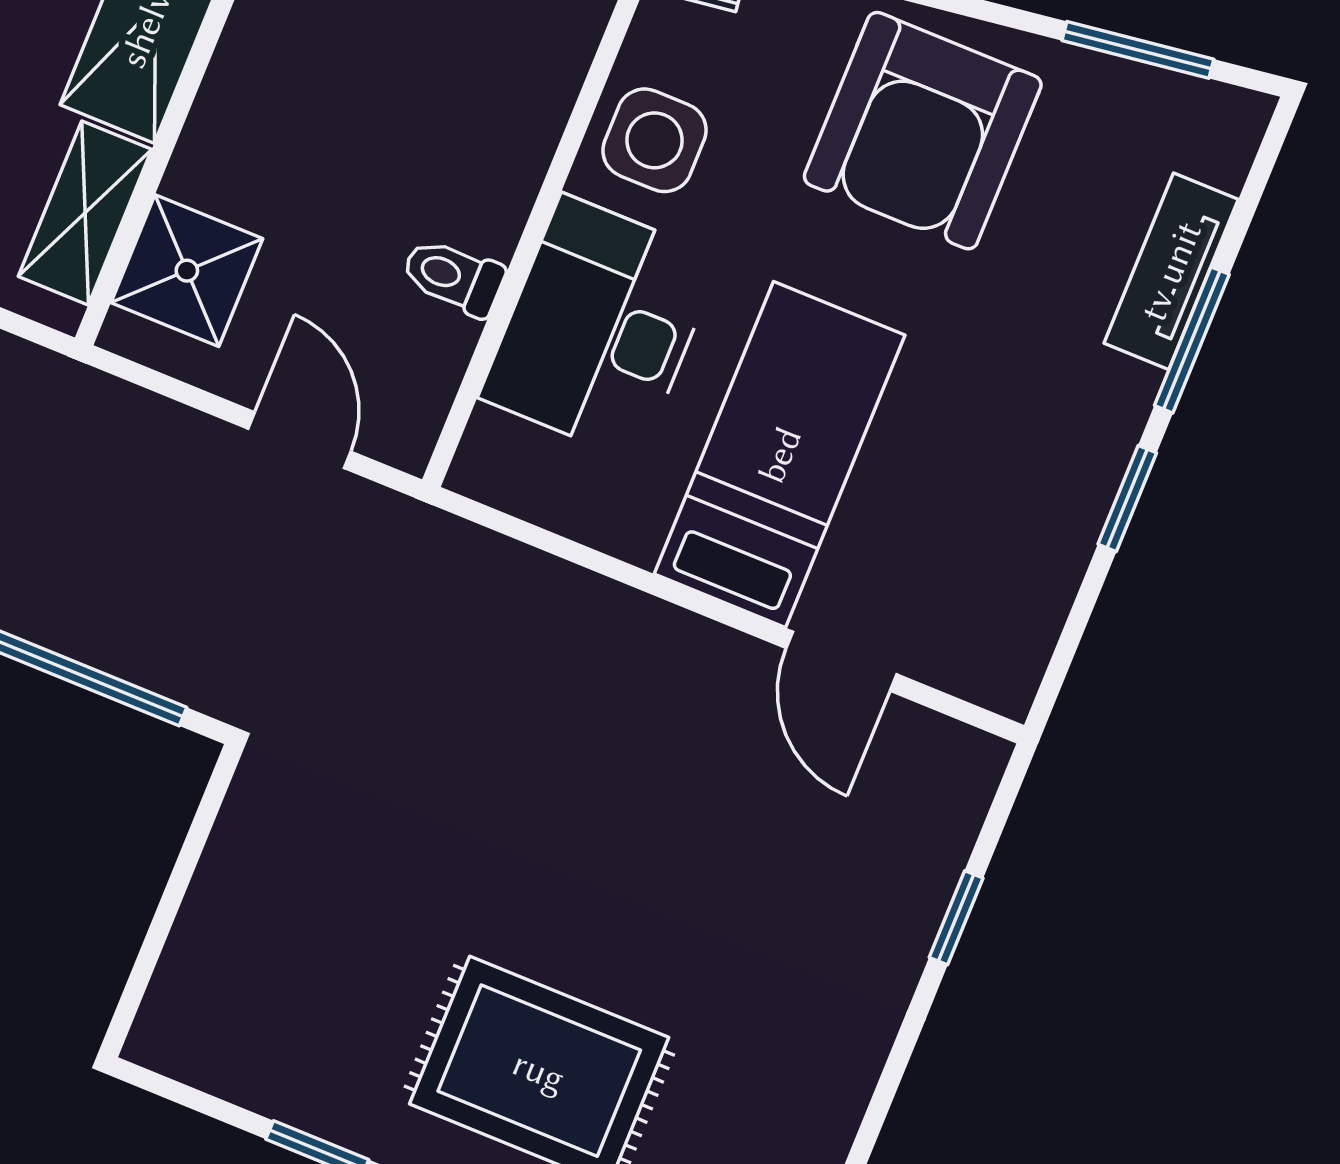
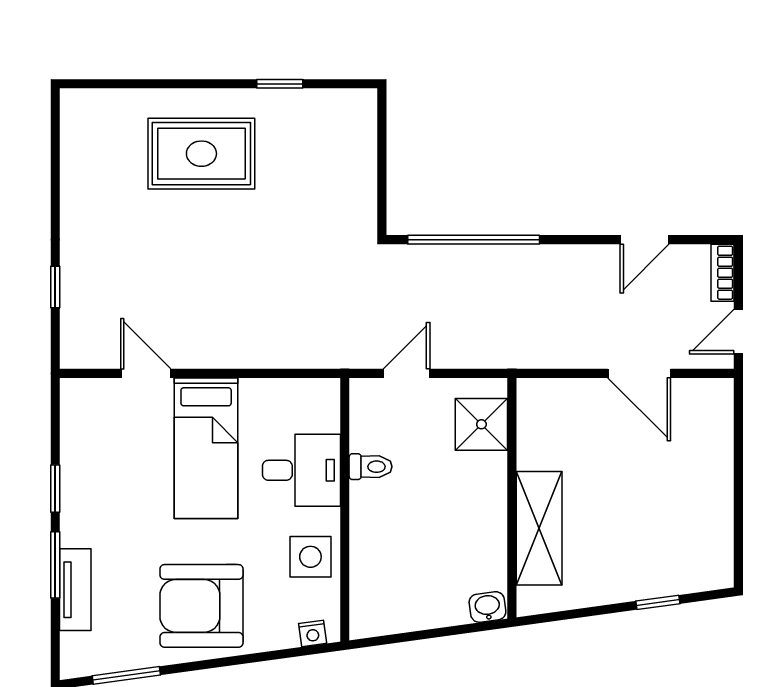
armchair: (923, 131) -> (201, 606), turned -90
shelving: (85, 213) -> (533, 431), removed
desk: (600, 328) -> (301, 470), width x0.73
door: (299, 440) -> (407, 373), swing flipped

